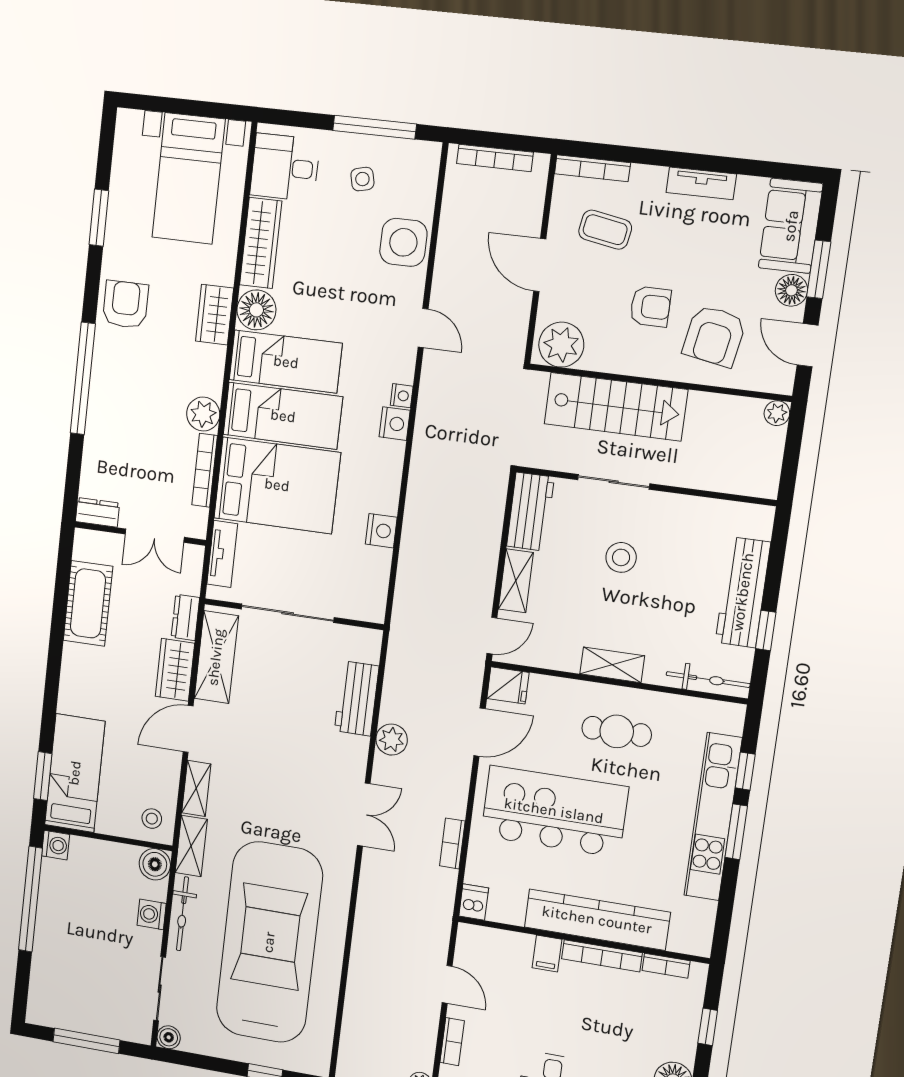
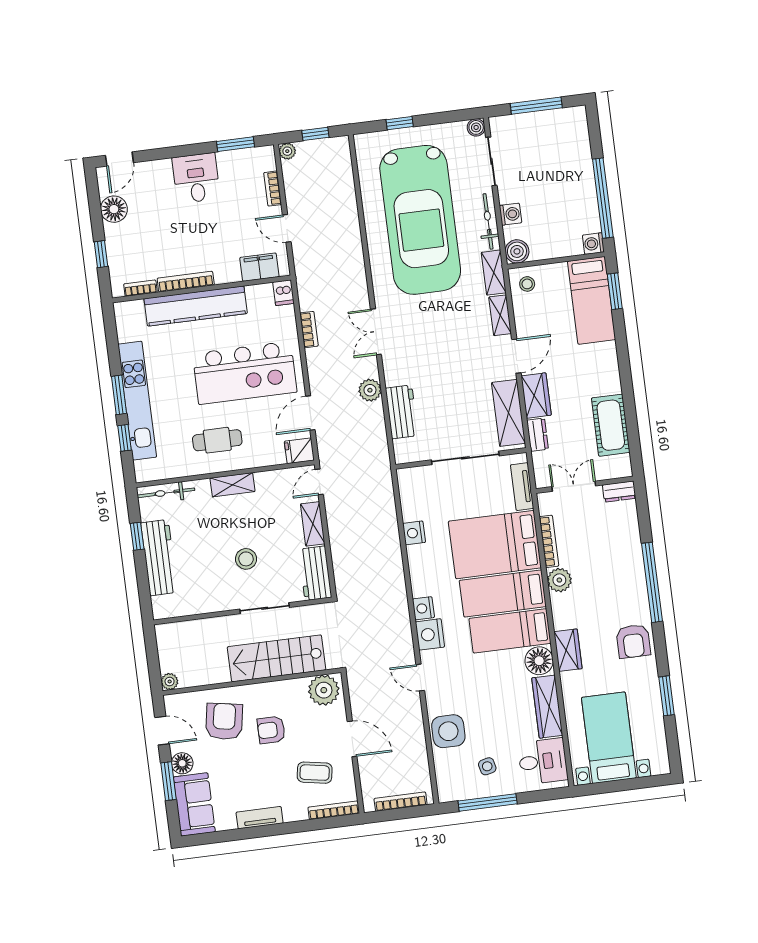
nightstand: (402, 396) -> (430, 634), width x1.89, depth x1.79
filing cabinet: (547, 954) -> (259, 267), moved, width x2.00

